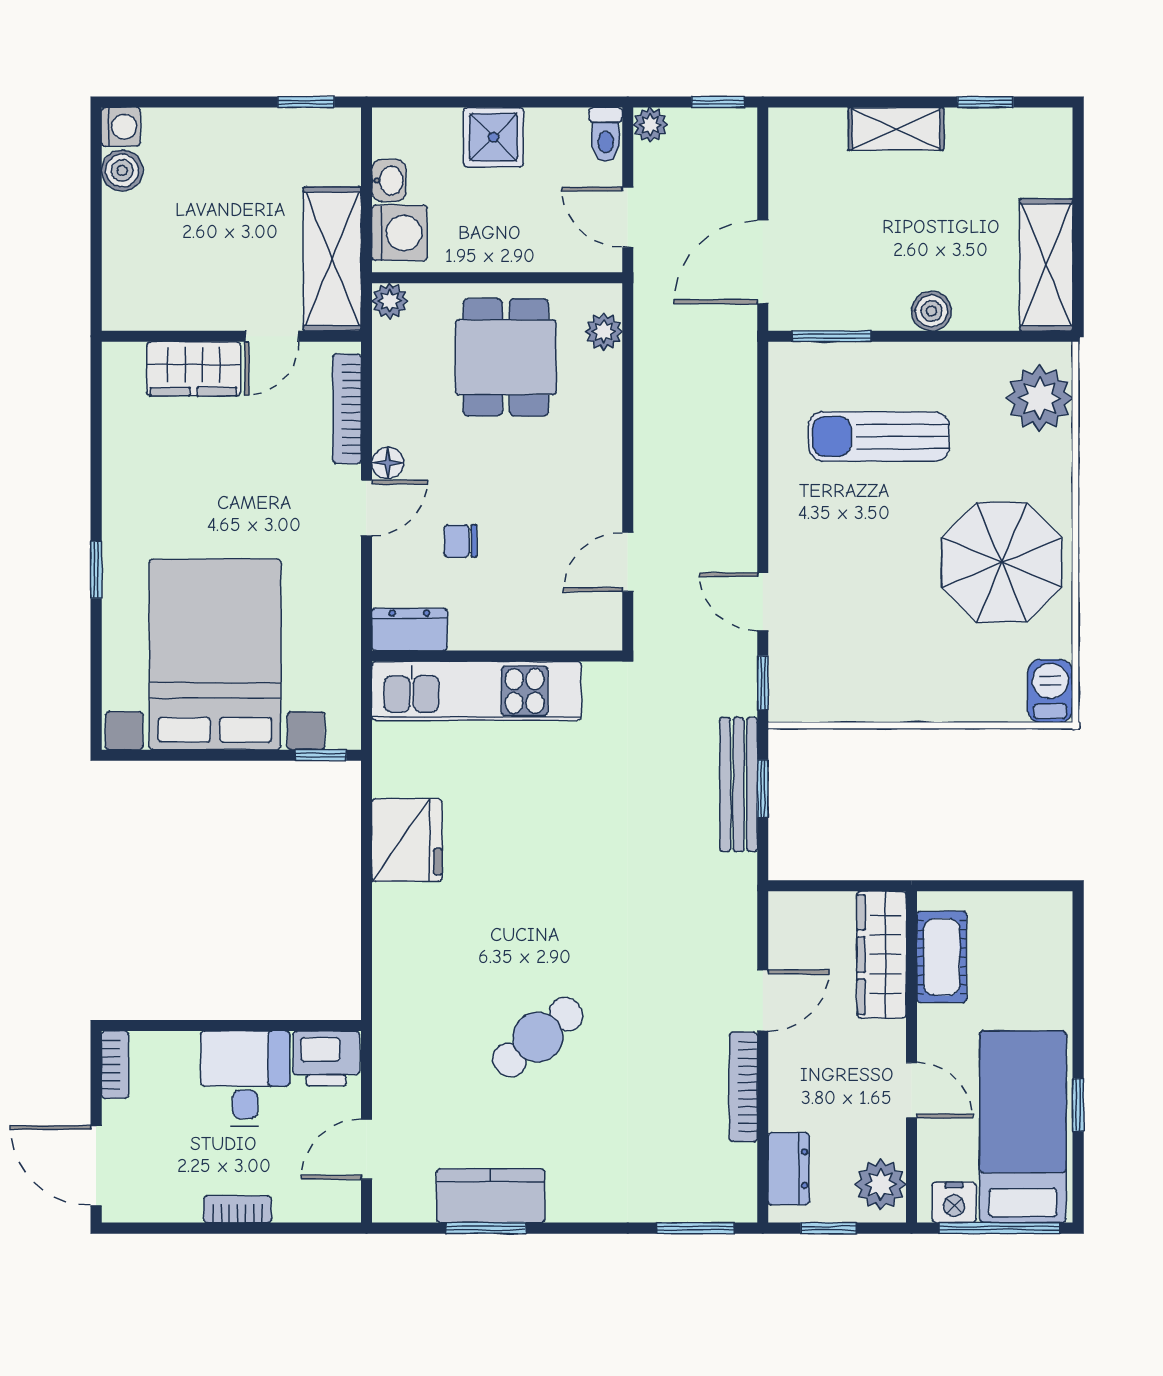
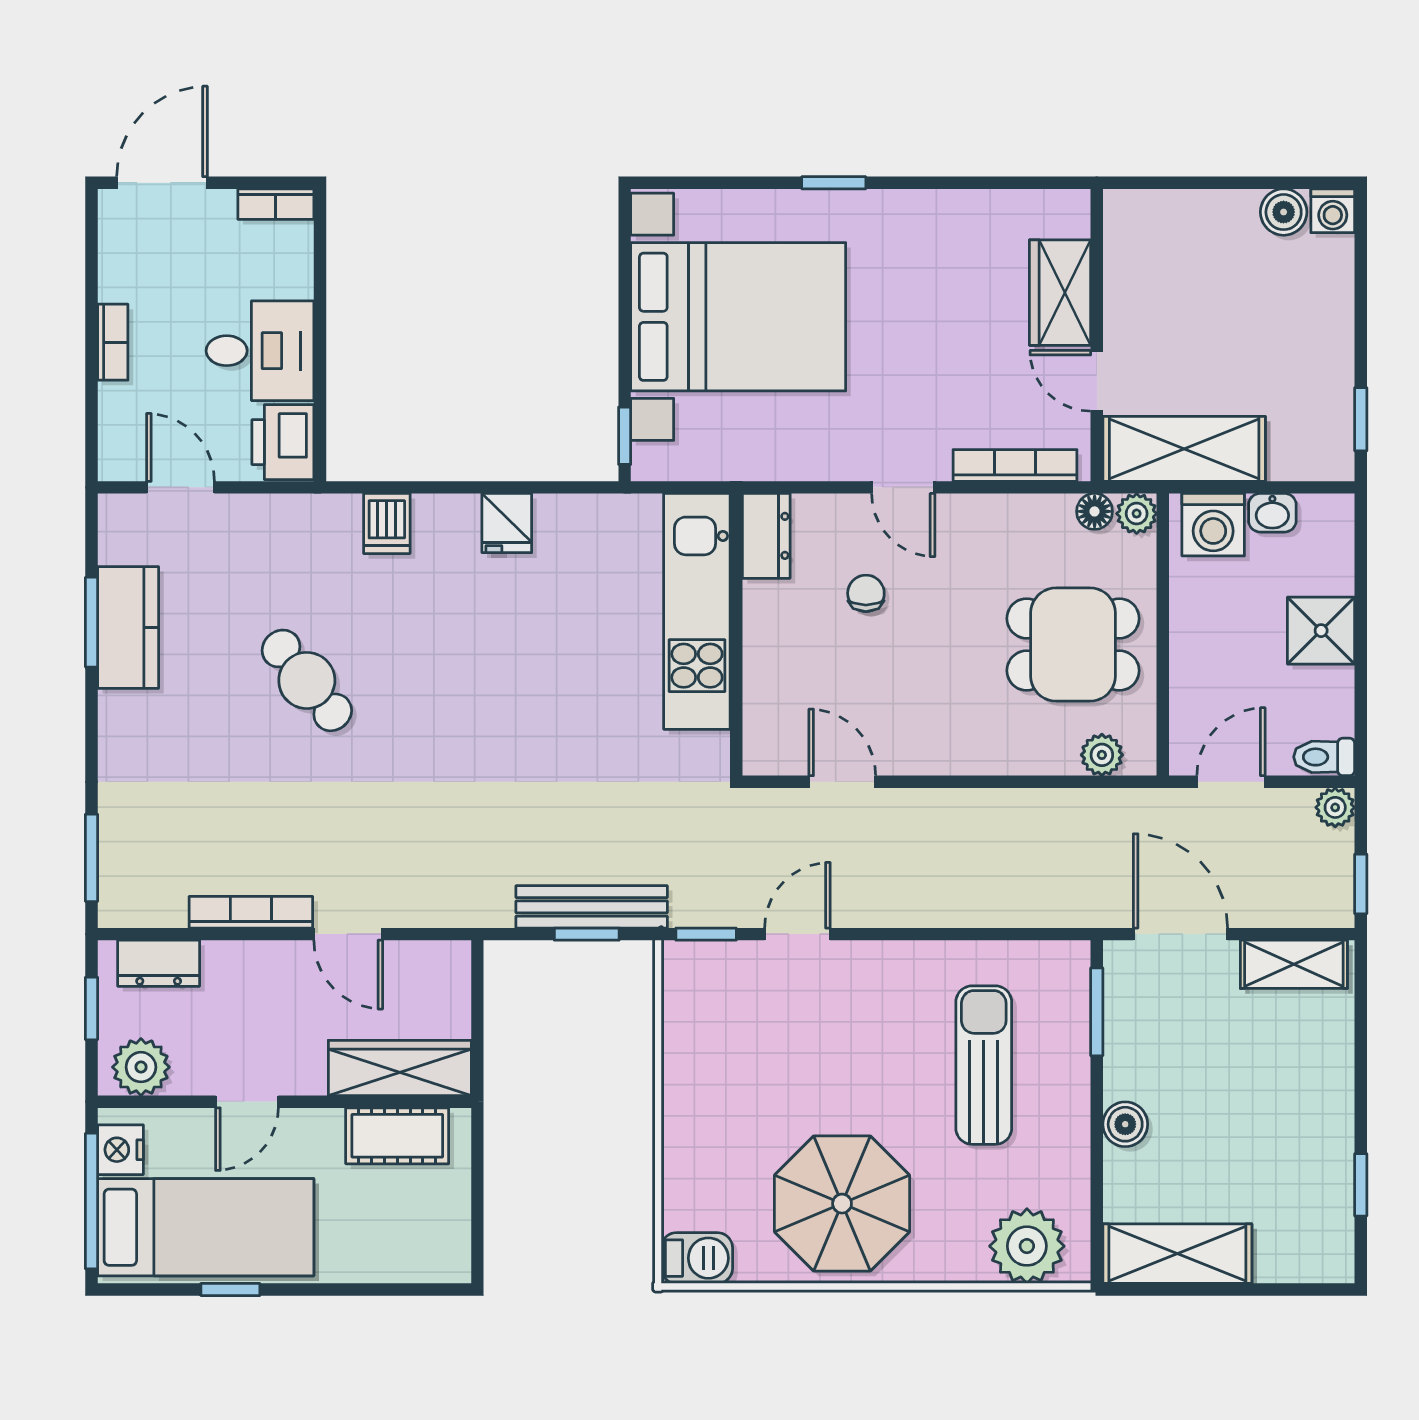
shelving: (896, 129) -> (1294, 964), moved, turned 90
floor lamp: (388, 463) -> (1095, 511), moved
fridge: (407, 840) -> (507, 523), width x0.53, depth x0.75
dishwasher: (398, 966) -> (387, 523), added

